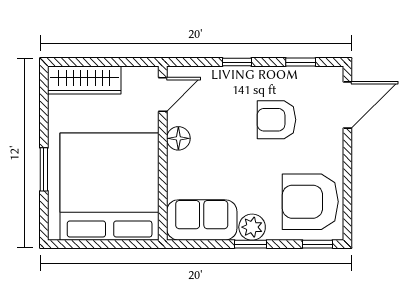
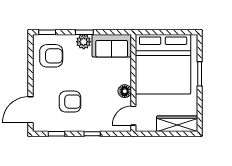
armchair: (310, 202) -> (51, 56), width x0.73, depth x0.73

